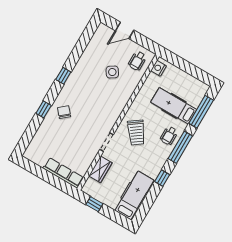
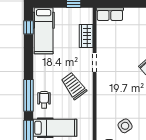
row of seats: (63, 173) -> (110, 14), width x0.68
window: (162, 178) -> (28, 27), moved

